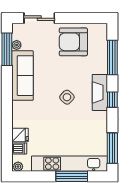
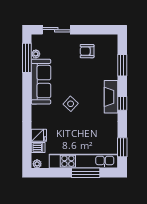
armchair: (73, 42) -> (87, 51), width x0.53, depth x0.53
window: (112, 58) -> (122, 65), width x0.69
side table: (67, 97) -> (71, 104), moved
window: (112, 148) -> (122, 147), width x0.69

